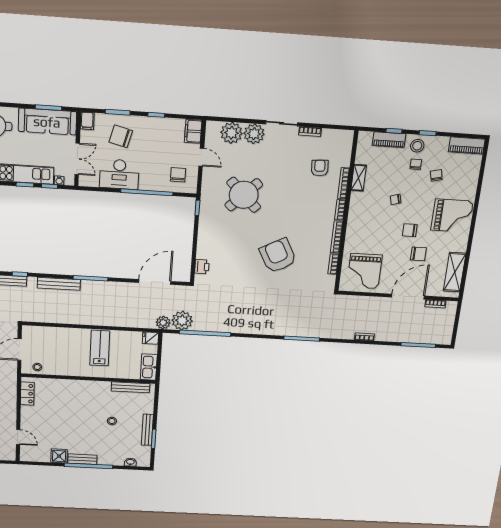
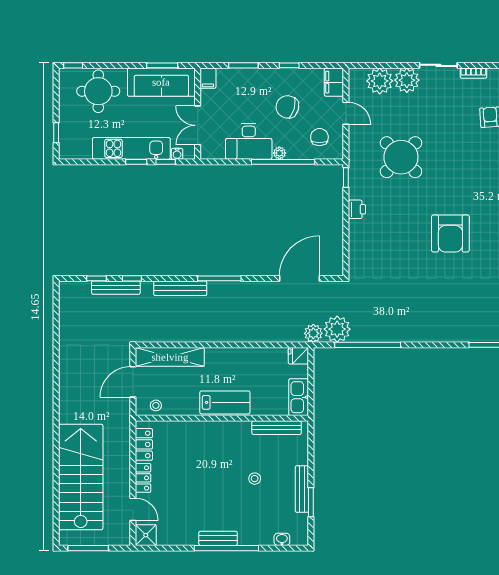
chair: (121, 136) -> (287, 107), moved
double door: (77, 159) -> (198, 125), swing flipped
plant: (144, 185) -> (279, 153), added
armchair: (278, 256) -> (450, 233), turned -152
printer: (202, 267) -> (357, 209), moved
shelving: (49, 333) -> (170, 357), added
lab bench: (100, 348) -> (225, 402), moved, turned 90
locker: (26, 416) -> (143, 478), added
shower: (59, 456) -> (146, 535), moved

